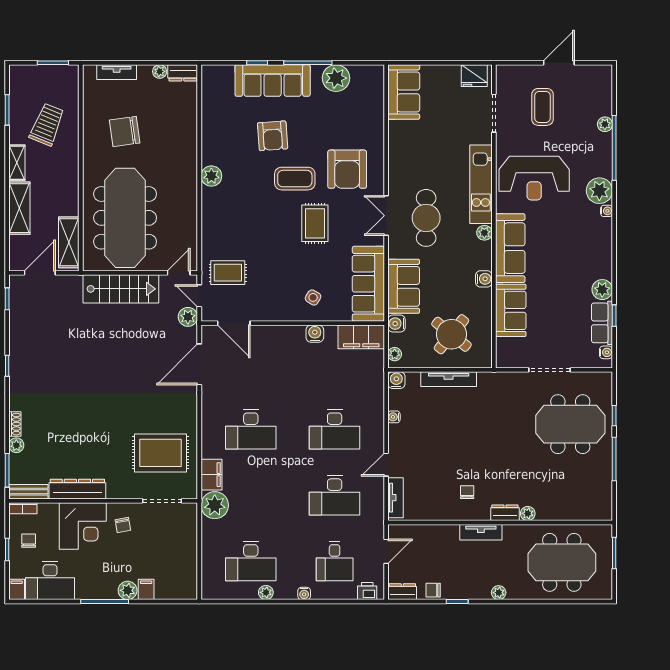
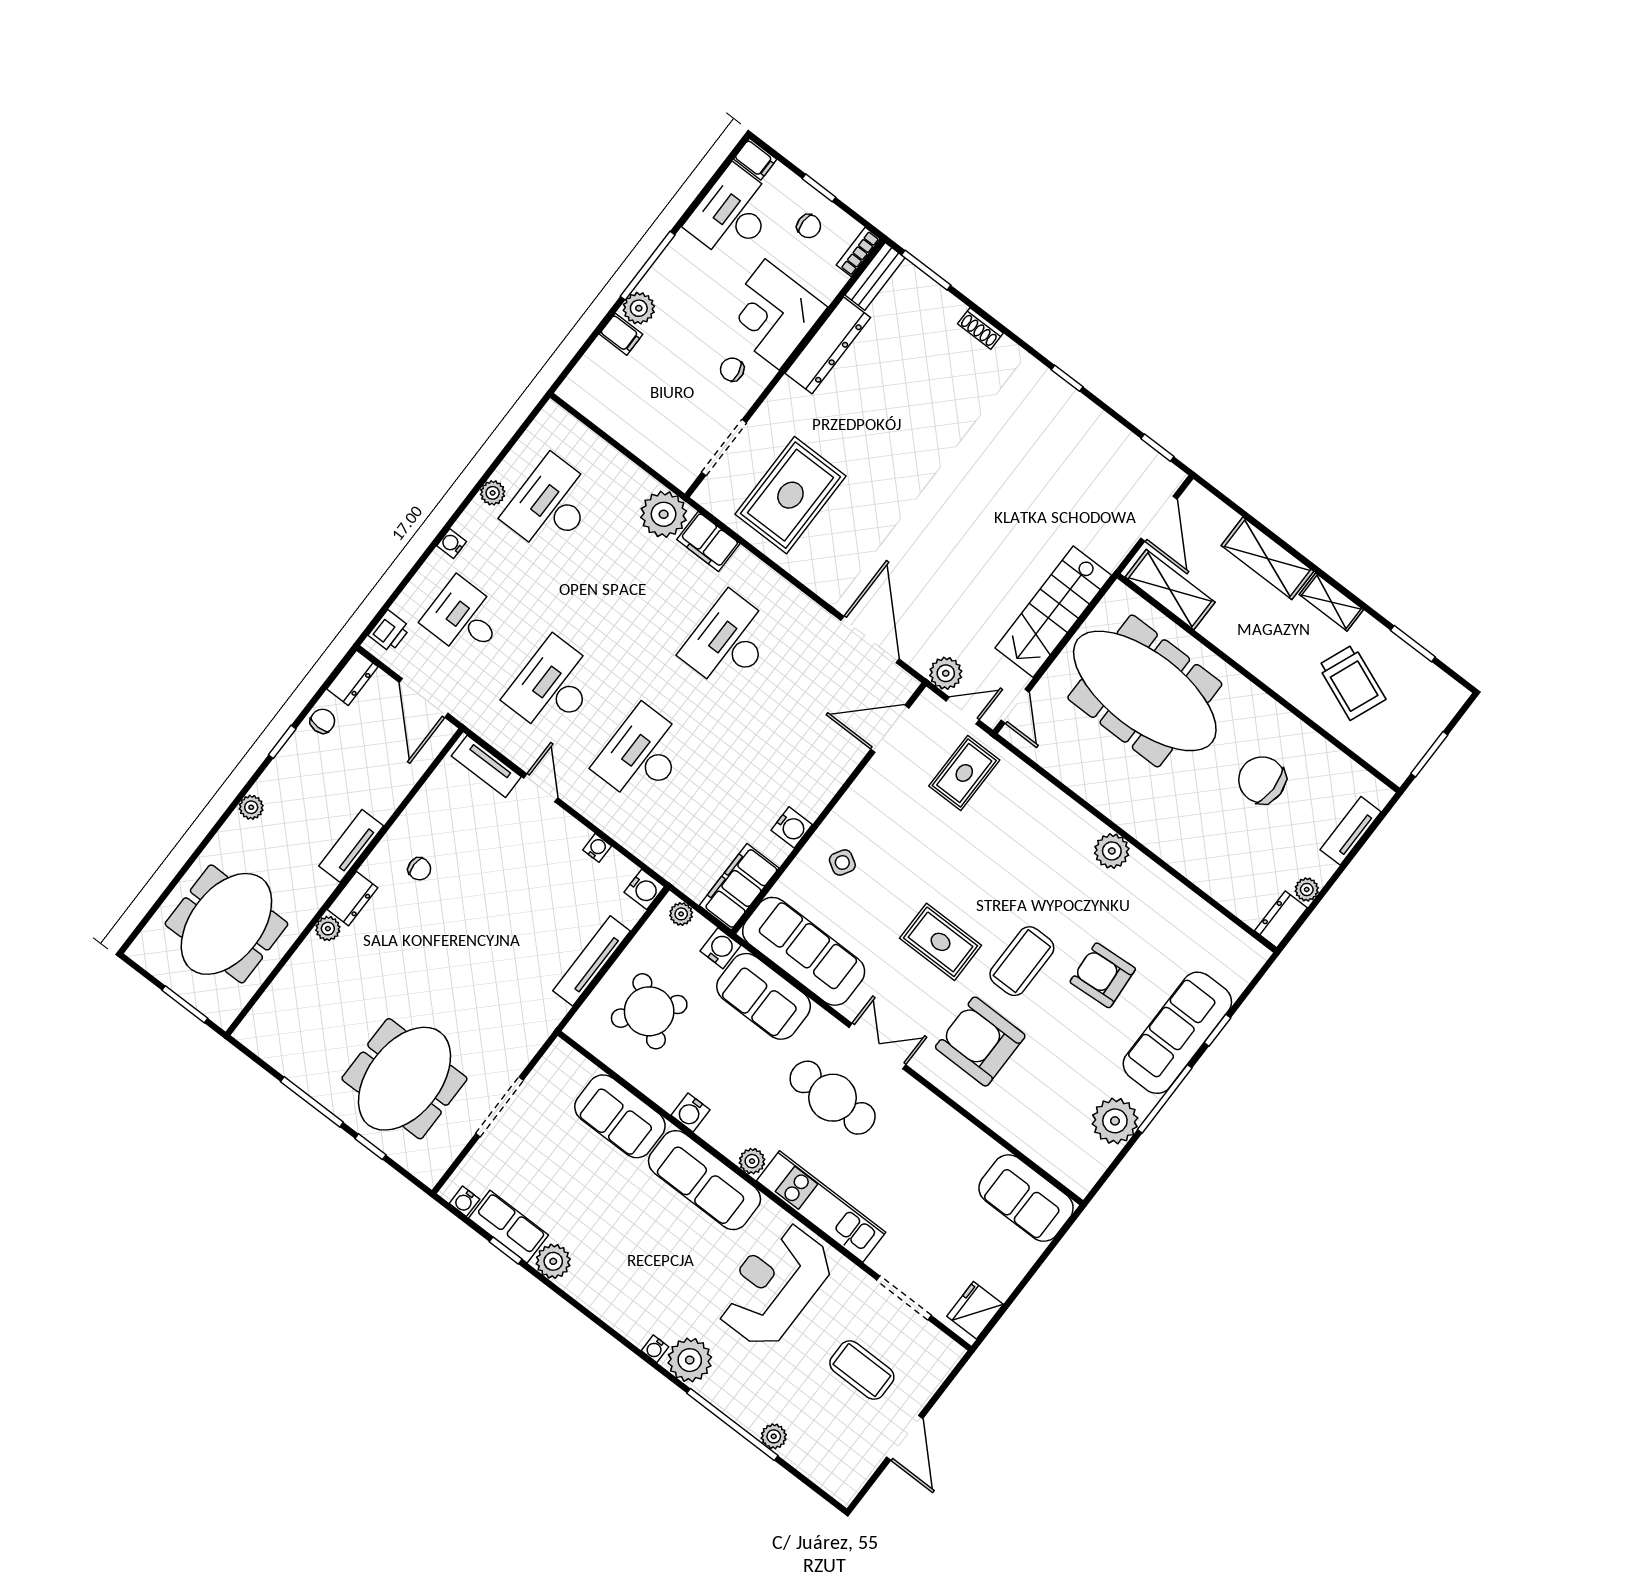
chair: (125, 131) -> (1262, 780), turned -82
plant: (16, 445) -> (950, 308), removed
door: (386, 551) -> (424, 698), width x1.38

